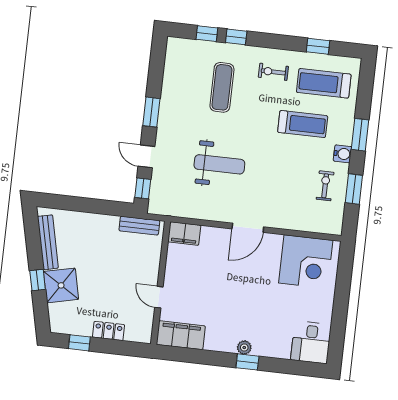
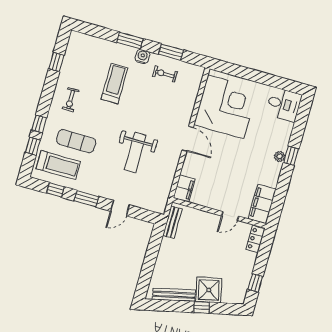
treadmill: (324, 83) -> (58, 165), moved, turned -90
weight bench: (219, 164) -> (135, 153), turned 180
window: (143, 188) -> (55, 190), moved
corner desk: (306, 262) -> (226, 107), width x1.36, depth x1.36
locker: (109, 331) -> (255, 239), moved

